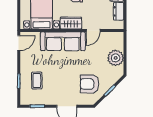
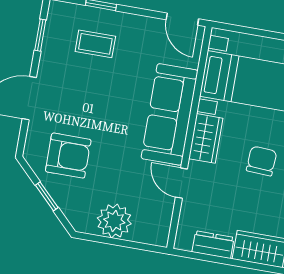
armchair: (90, 84) -> (68, 156), turned 90

